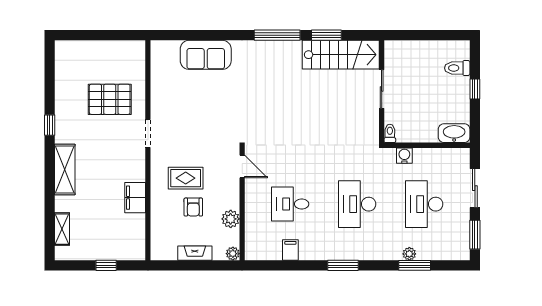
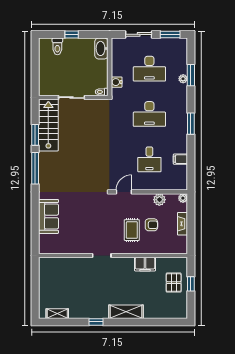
pallet: (110, 99) -> (174, 283), moved, width x0.67, depth x0.71
shelving: (62, 229) -> (57, 314), moved

